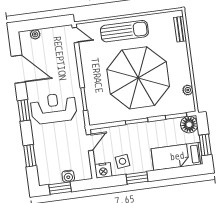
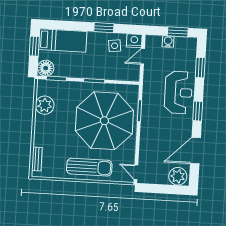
sun lounger: (124, 31) -> (89, 167), turned 180
plant: (35, 34) -> (178, 176), width x1.88, depth x1.88
door: (18, 69) -> (195, 151), hinge flipped
parasol: (138, 78) -> (104, 121), moved
plant: (188, 90) -> (45, 105), width x1.88, depth x1.88
reception desk: (54, 108) -> (178, 92), moved, turned -90
door: (90, 142) -> (143, 56), moved

